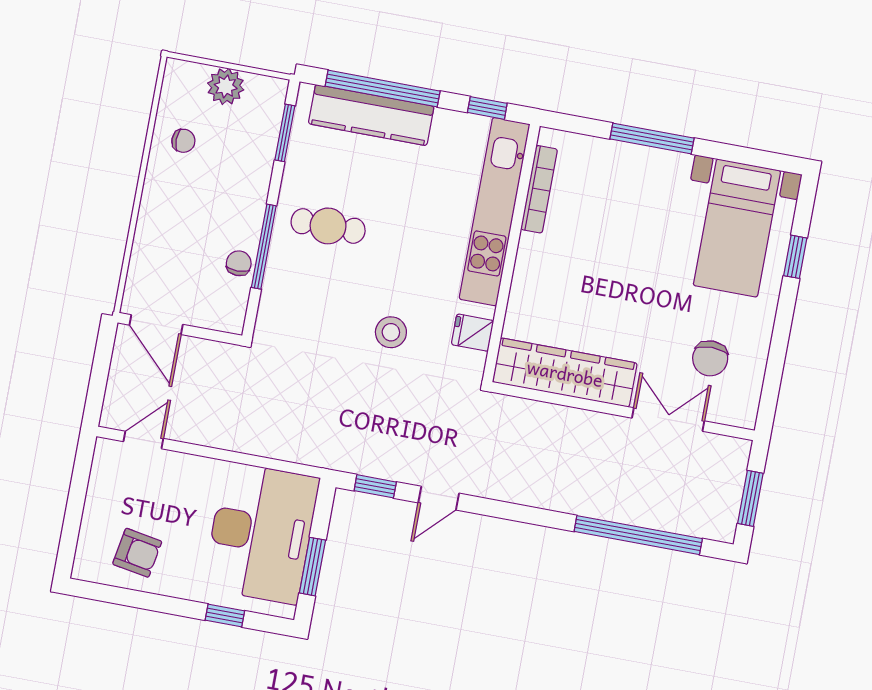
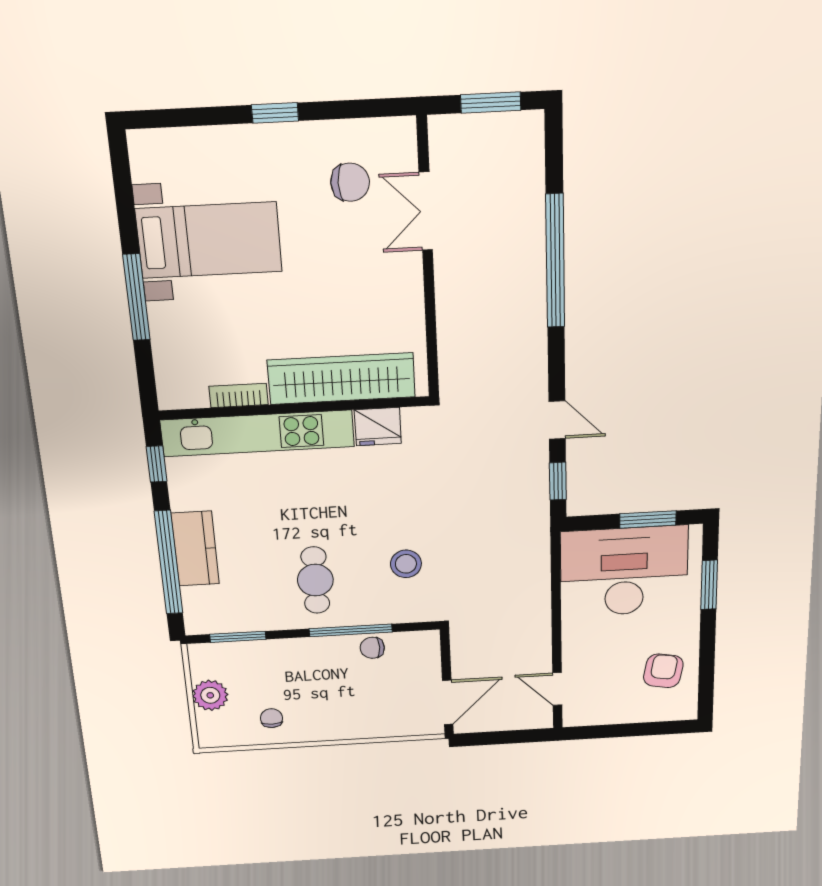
kitchen counter: (371, 115) -> (195, 549), width x0.67
bookcase: (539, 189) -> (239, 395), width x0.64
bed with nightstands: (737, 228) -> (209, 240), moved
window: (795, 257) -> (275, 113), moved
stool: (391, 332) -> (406, 564), moved
fridge: (473, 333) -> (378, 427), width x1.38
wardrobe: (565, 373) -> (341, 379), moved, turned 90
window: (638, 535) -> (555, 261), moved
window: (225, 615) -> (709, 585), width x1.50

